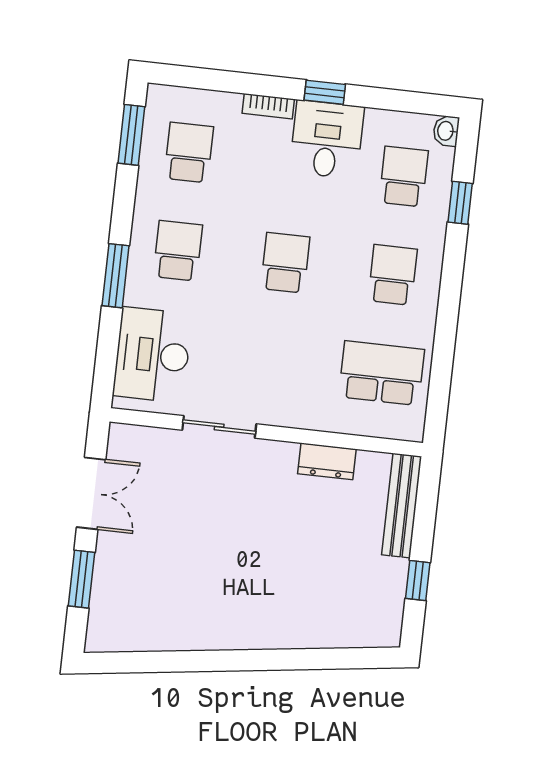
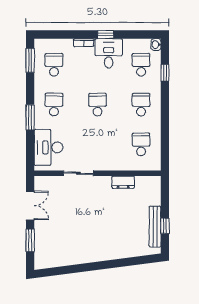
school desk: (382, 373) -> (141, 144), width x0.54
bench: (402, 506) -> (155, 227), moved

